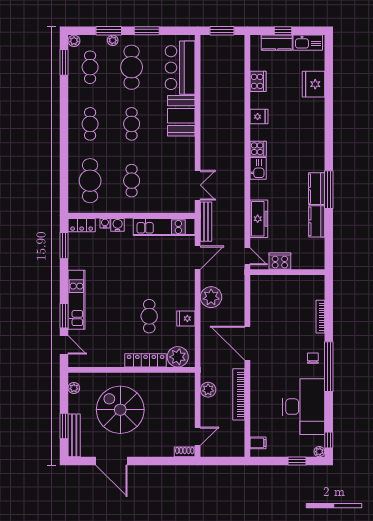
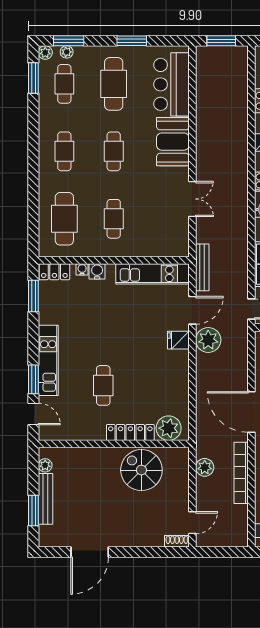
window: (109, 31) -> (69, 41), moved
plant: (113, 40) -> (67, 52), moved
double door: (198, 185) -> (192, 199), moved
plant: (211, 297) -> (208, 340), moved
cafe table: (149, 316) -> (103, 385), moved
fridge: (186, 319) -> (178, 340), moved
spiral stairs: (120, 410) -> (141, 470), moved, width x0.73, depth x0.73
bench: (74, 435) -> (45, 499), moved
door: (111, 461) -> (90, 552), hinge flipped

